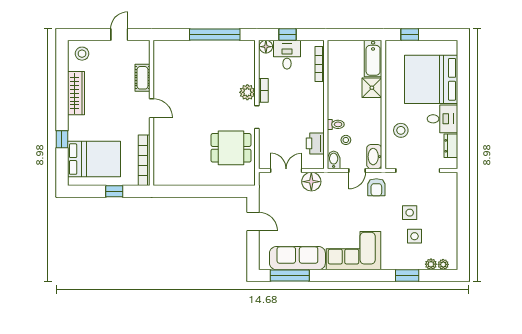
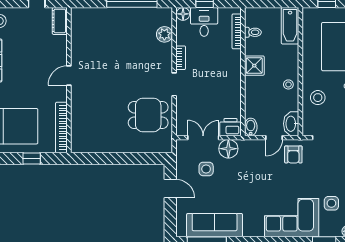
cot: (142, 78) -> (60, 21), moved
shower: (372, 88) -> (254, 66), moved
plant: (247, 92) -> (164, 34), moved
door: (152, 108) -> (69, 75), swing flipped
toilet: (336, 124) -> (253, 32), moved
stool: (346, 140) -> (288, 84), moved
printer: (315, 143) -> (230, 127), moved, turned 90
side table: (410, 213) -> (206, 169), moved
corner sofa: (354, 251) -> (292, 218), moved

